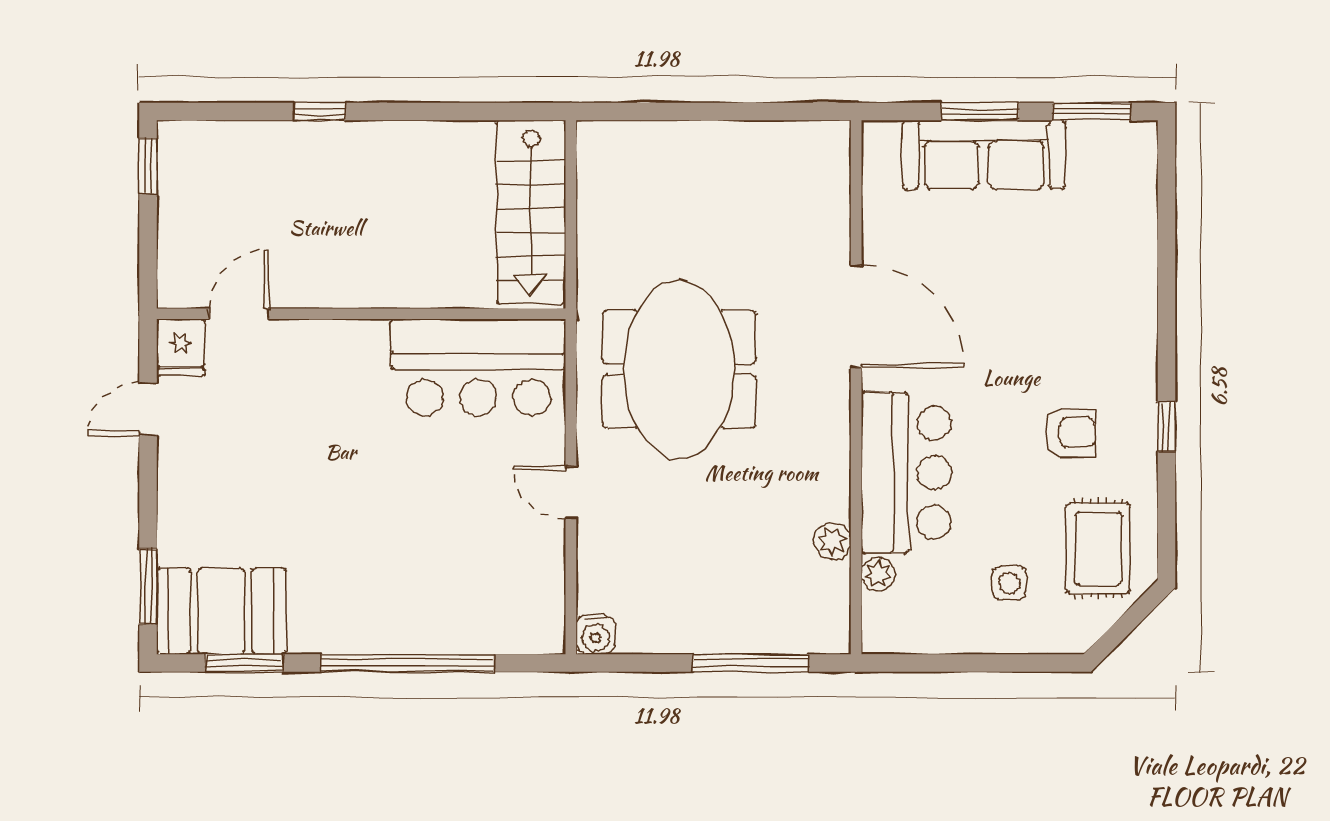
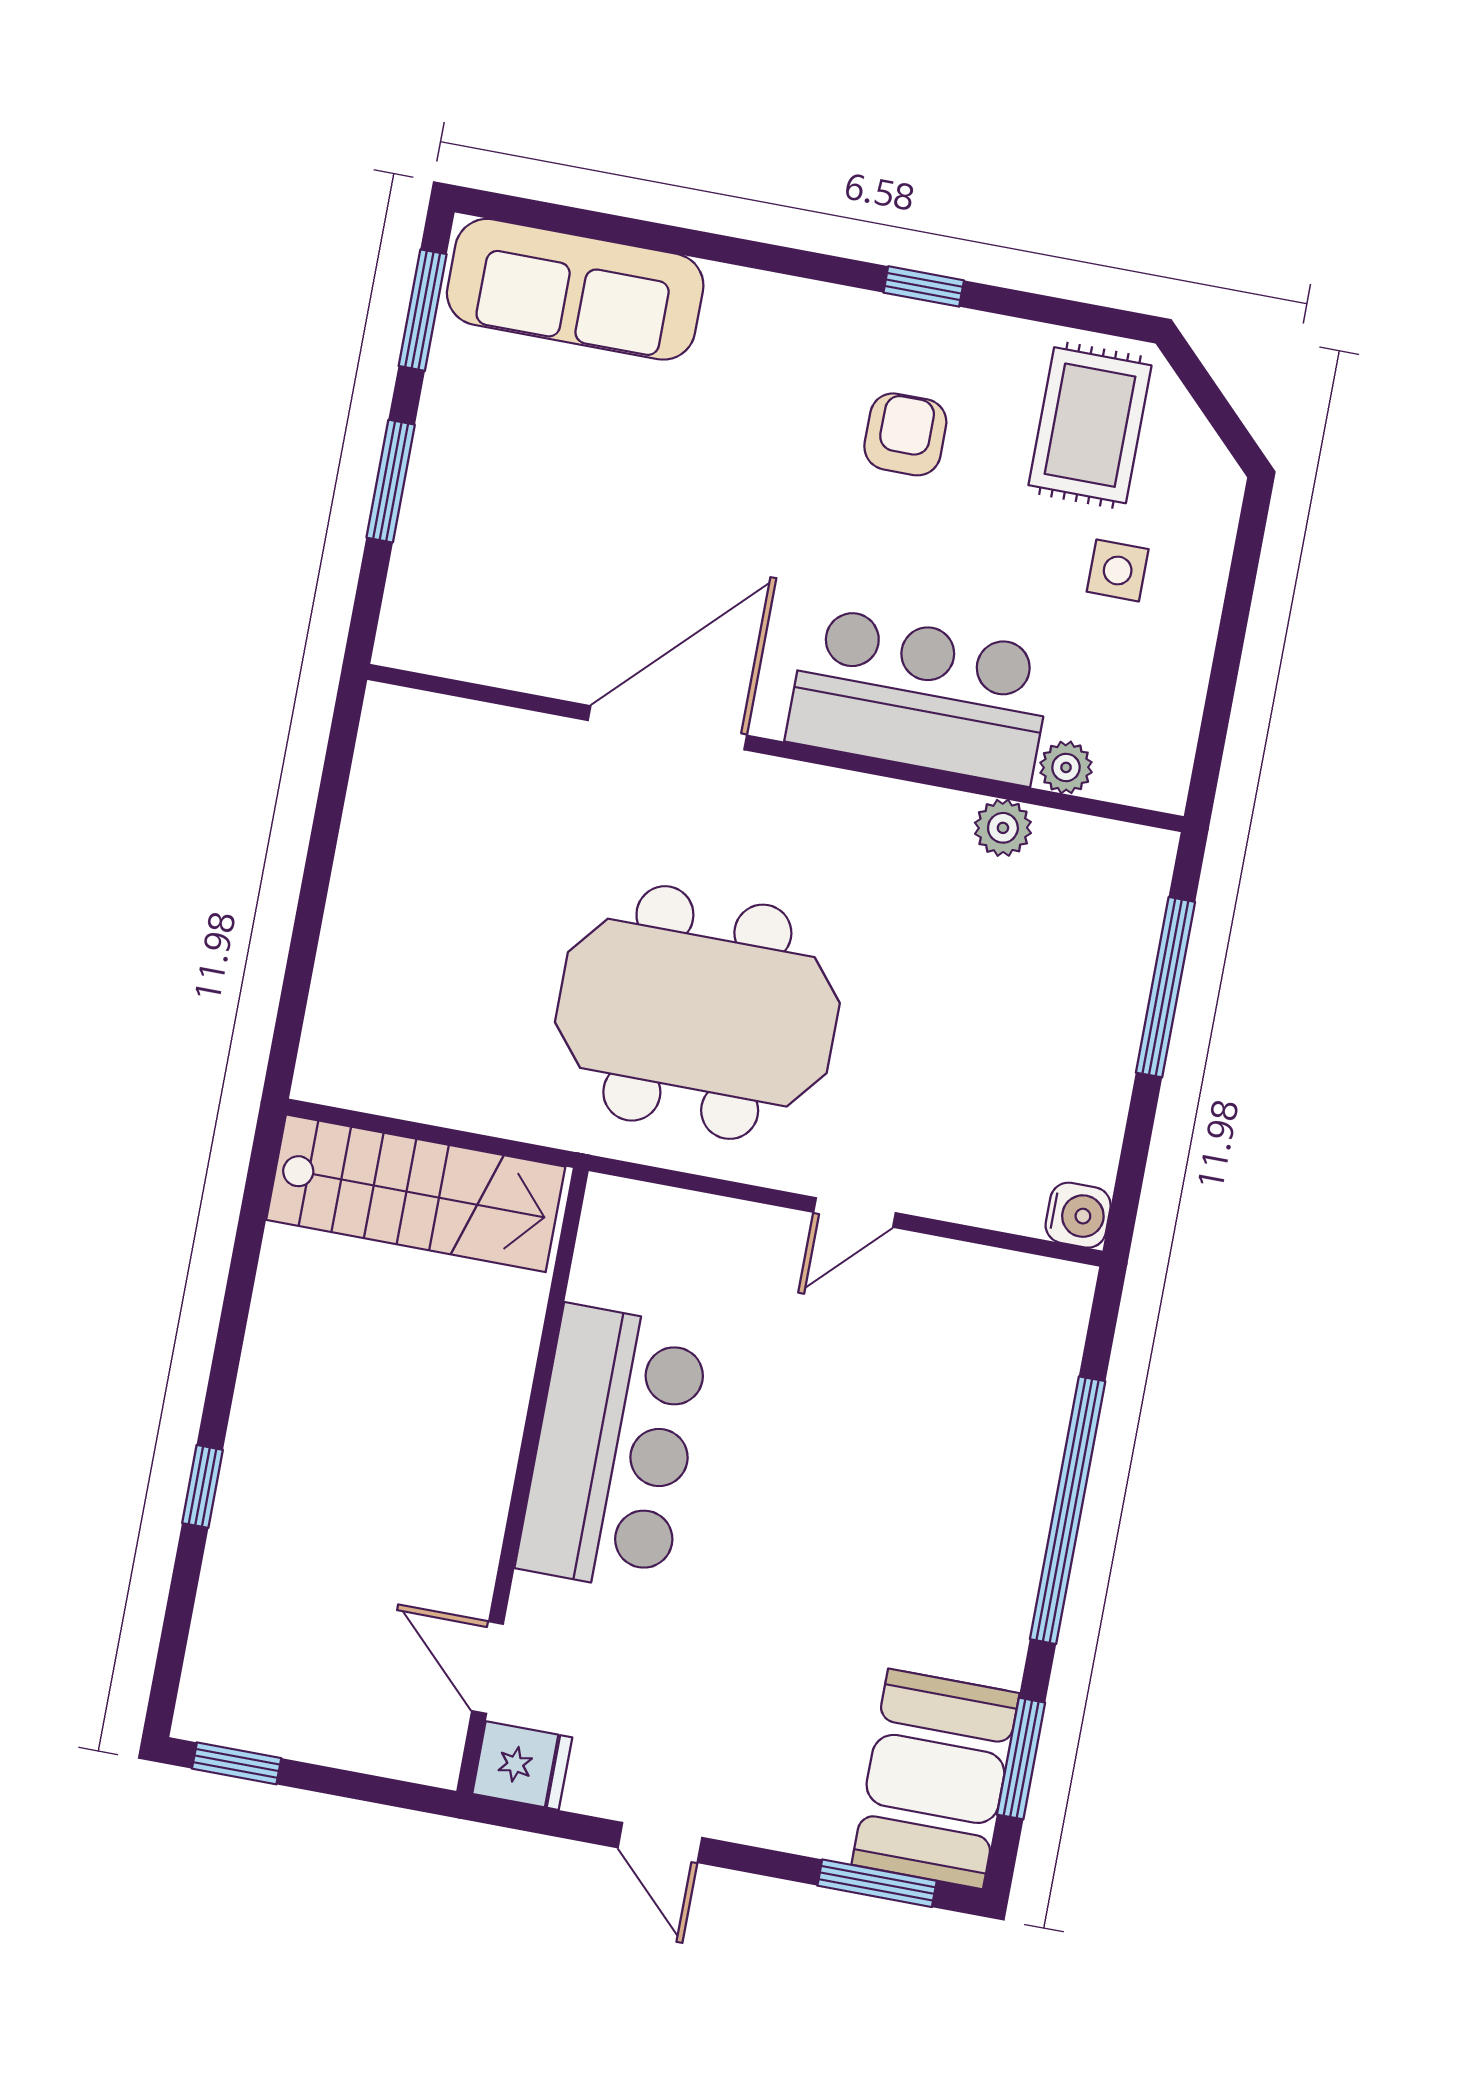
sofa: (984, 155) -> (575, 289), moved, turned 90
bar counter: (478, 367) -> (613, 1449), moved
door: (148, 409) -> (660, 1843), moved
rug: (1098, 548) -> (1090, 425), turned 90

